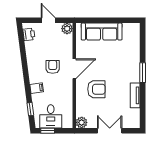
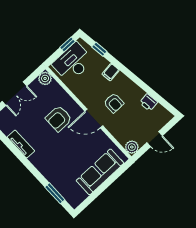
printer: (29, 34) -> (148, 102), moved
door: (74, 69) -> (94, 119), hinge flipped
window: (143, 73) -> (55, 193), moved
desk: (51, 116) -> (73, 62), width x1.37

